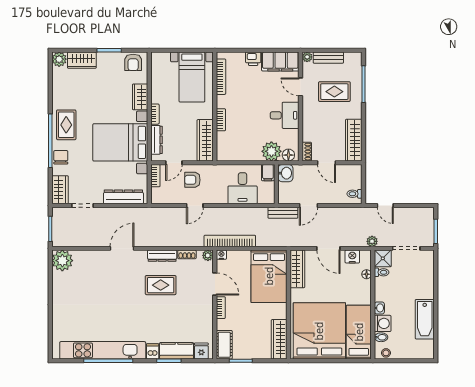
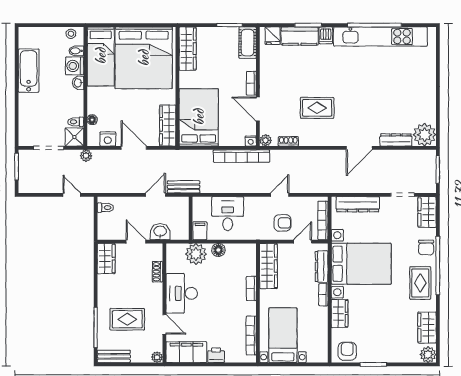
bench: (328, 58) -> (114, 356), moved
wardrobe: (82, 60) -> (427, 328), moved, turned -90
desk: (285, 115) -> (182, 293), width x1.37
wardrobe: (354, 140) -> (106, 259), width x0.67
shoe rack: (307, 152) -> (157, 272), moved
floor lamp: (288, 155) -> (218, 250), moved
washbasin: (285, 173) -> (160, 232), moved, turned 90
bookcase: (155, 176) -> (323, 220), width x1.56
dresser: (162, 256) -> (396, 140), moved

